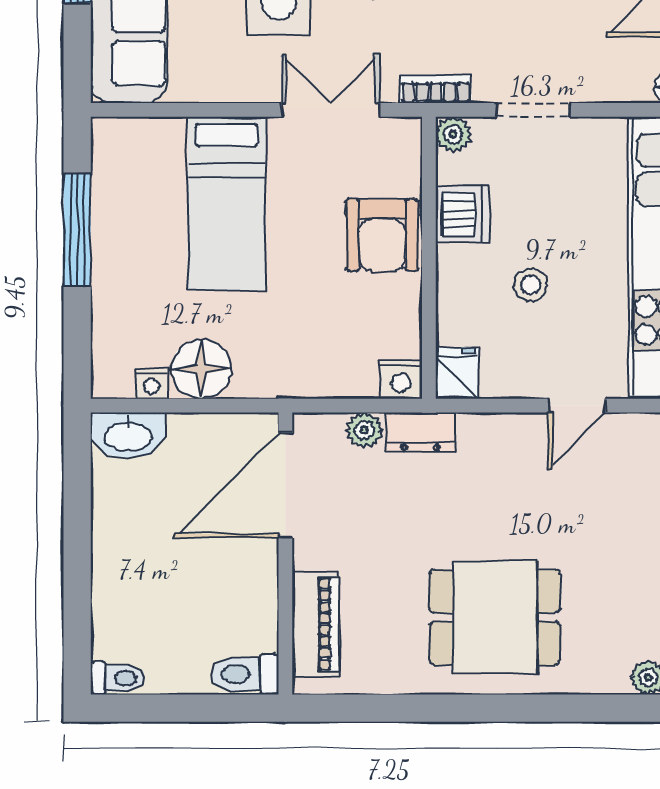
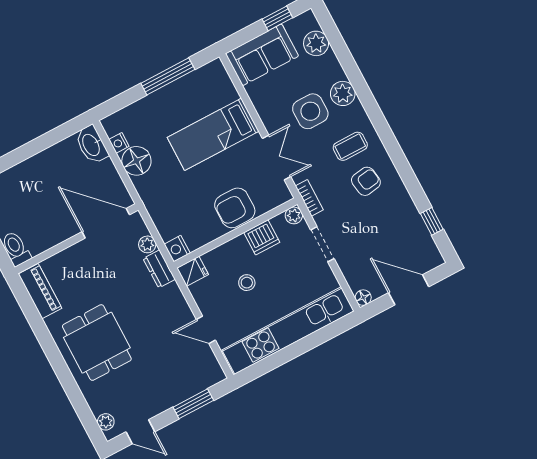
piano: (316, 624) -> (40, 291), moved, turned -90

